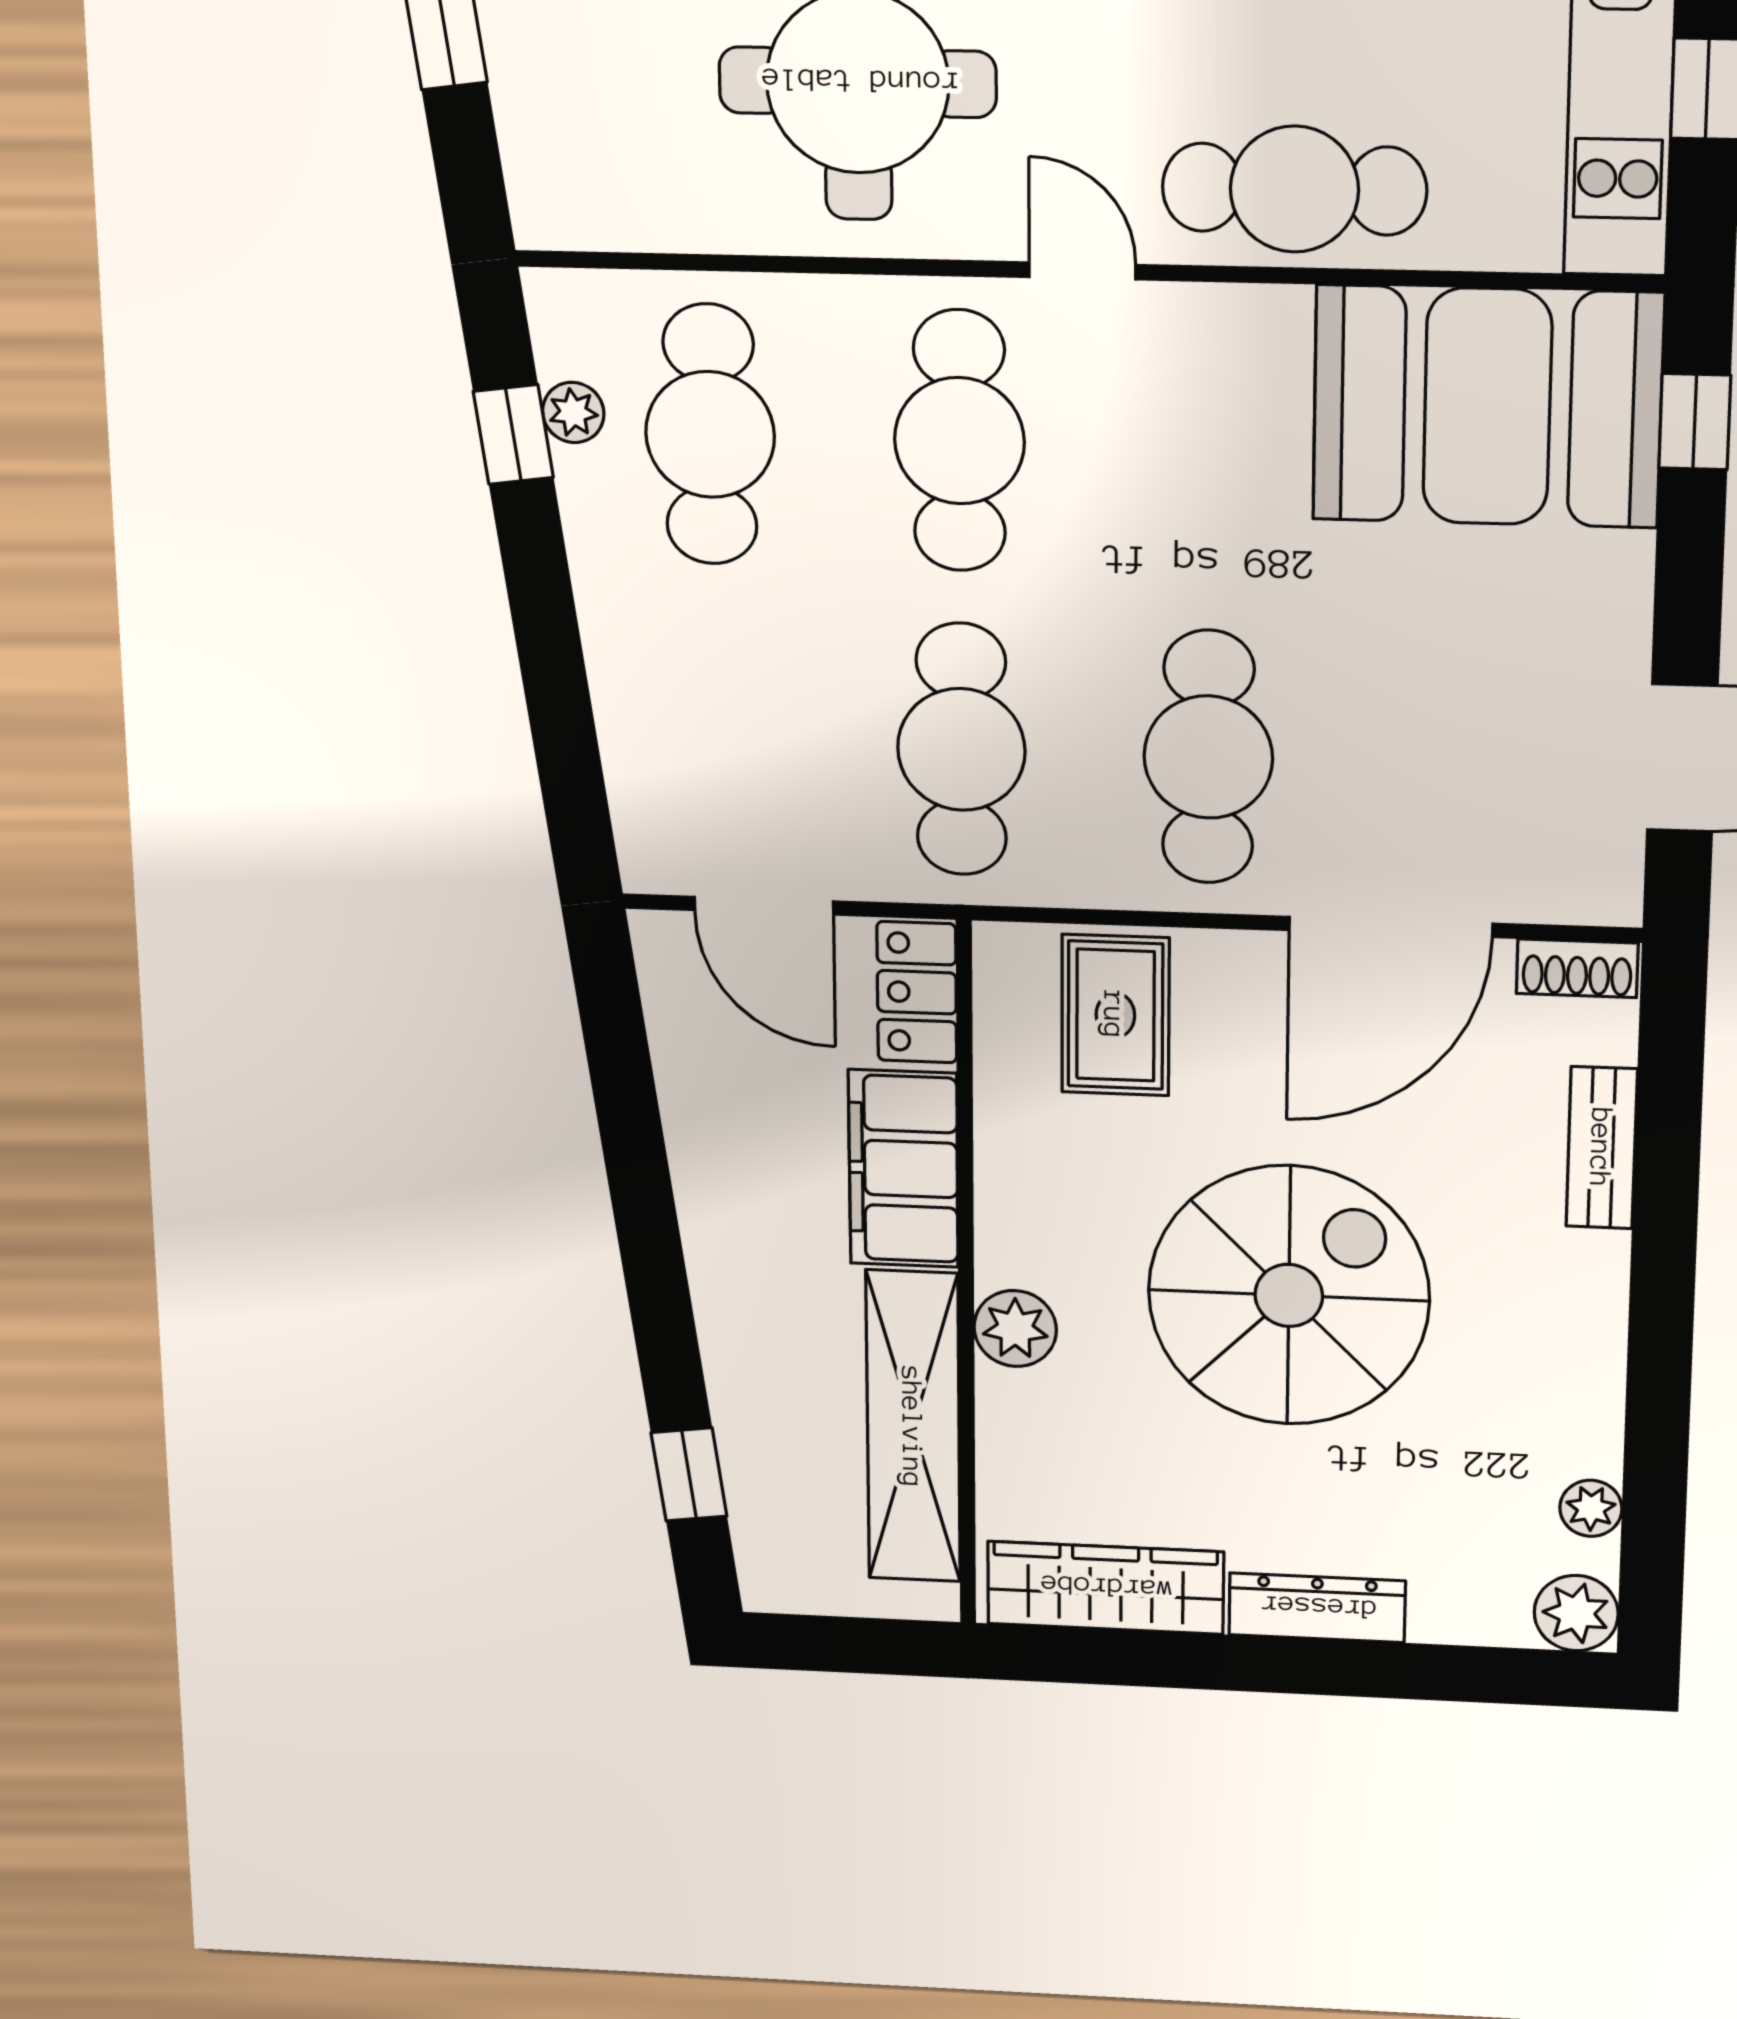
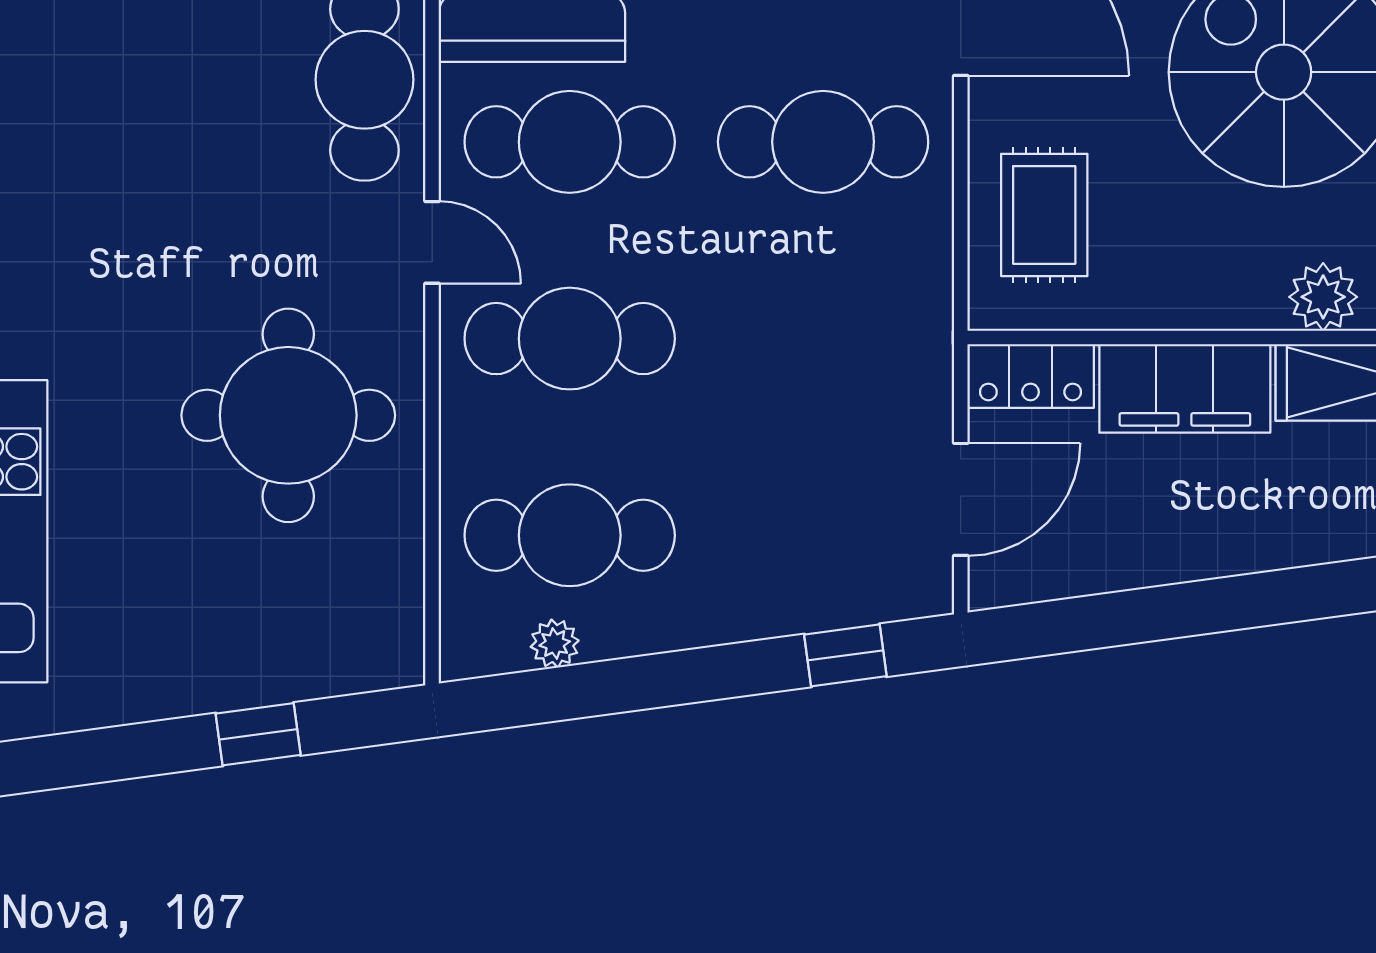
door: (1082, 271) -> (432, 242), swing flipped
window: (513, 434) -> (845, 655), moved
cafe table: (961, 749) -> (570, 142), moved
rug: (1115, 1015) -> (1044, 215), turned 90

